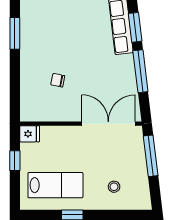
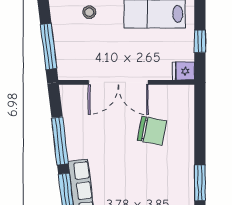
chair: (58, 80) -> (152, 131), width x1.87, depth x1.87
double door: (108, 124) -> (118, 82), moved

